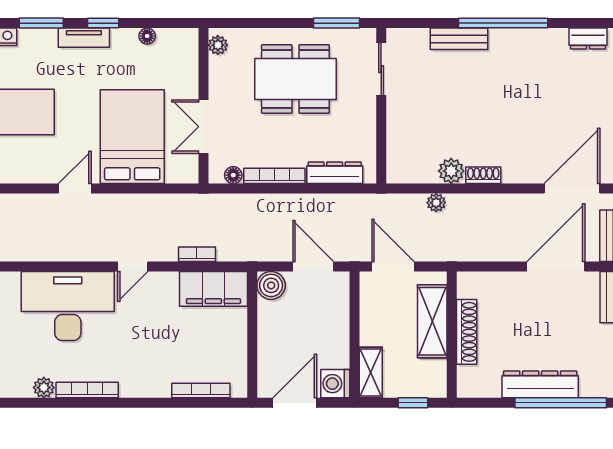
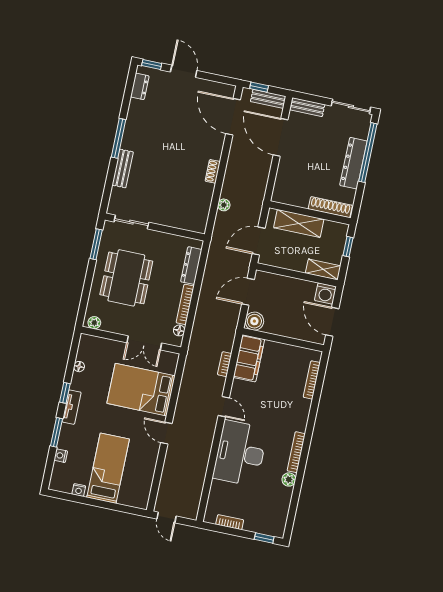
window: (503, 23) -> (119, 138), width x0.68
plant: (451, 171) -> (206, 191), removed
shoe rack: (467, 332) -> (330, 207), moved

